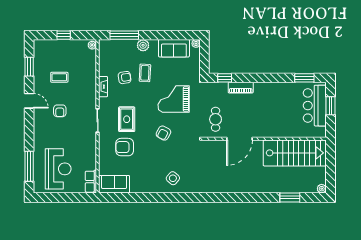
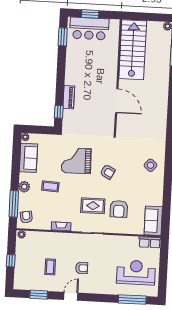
armchair: (125, 78) -> (26, 217), moved
grand piano: (174, 99) -> (76, 161), turned 89
cafe table: (216, 119) -> (97, 122), removed

